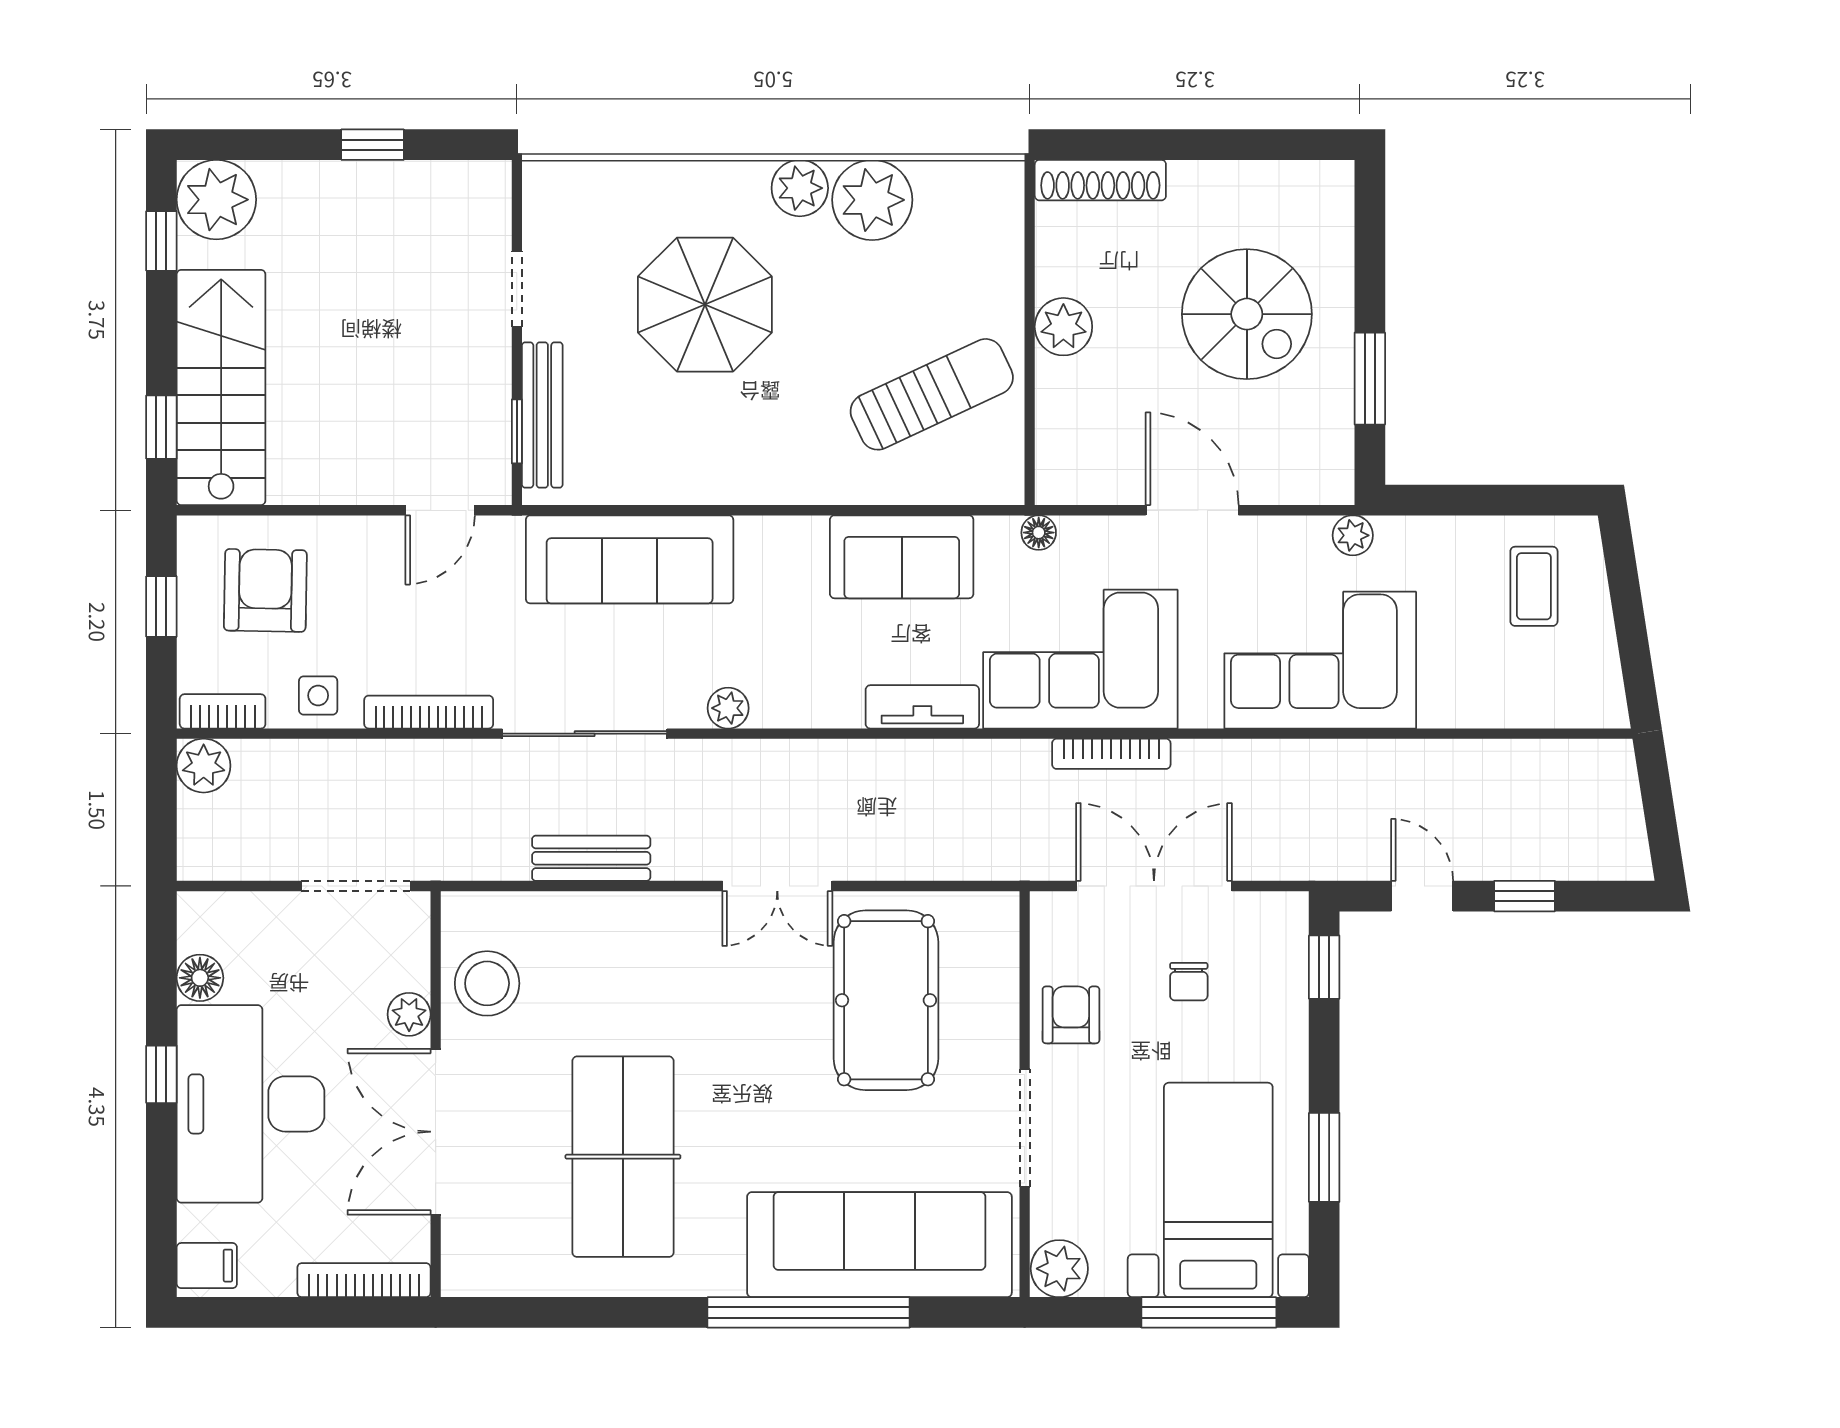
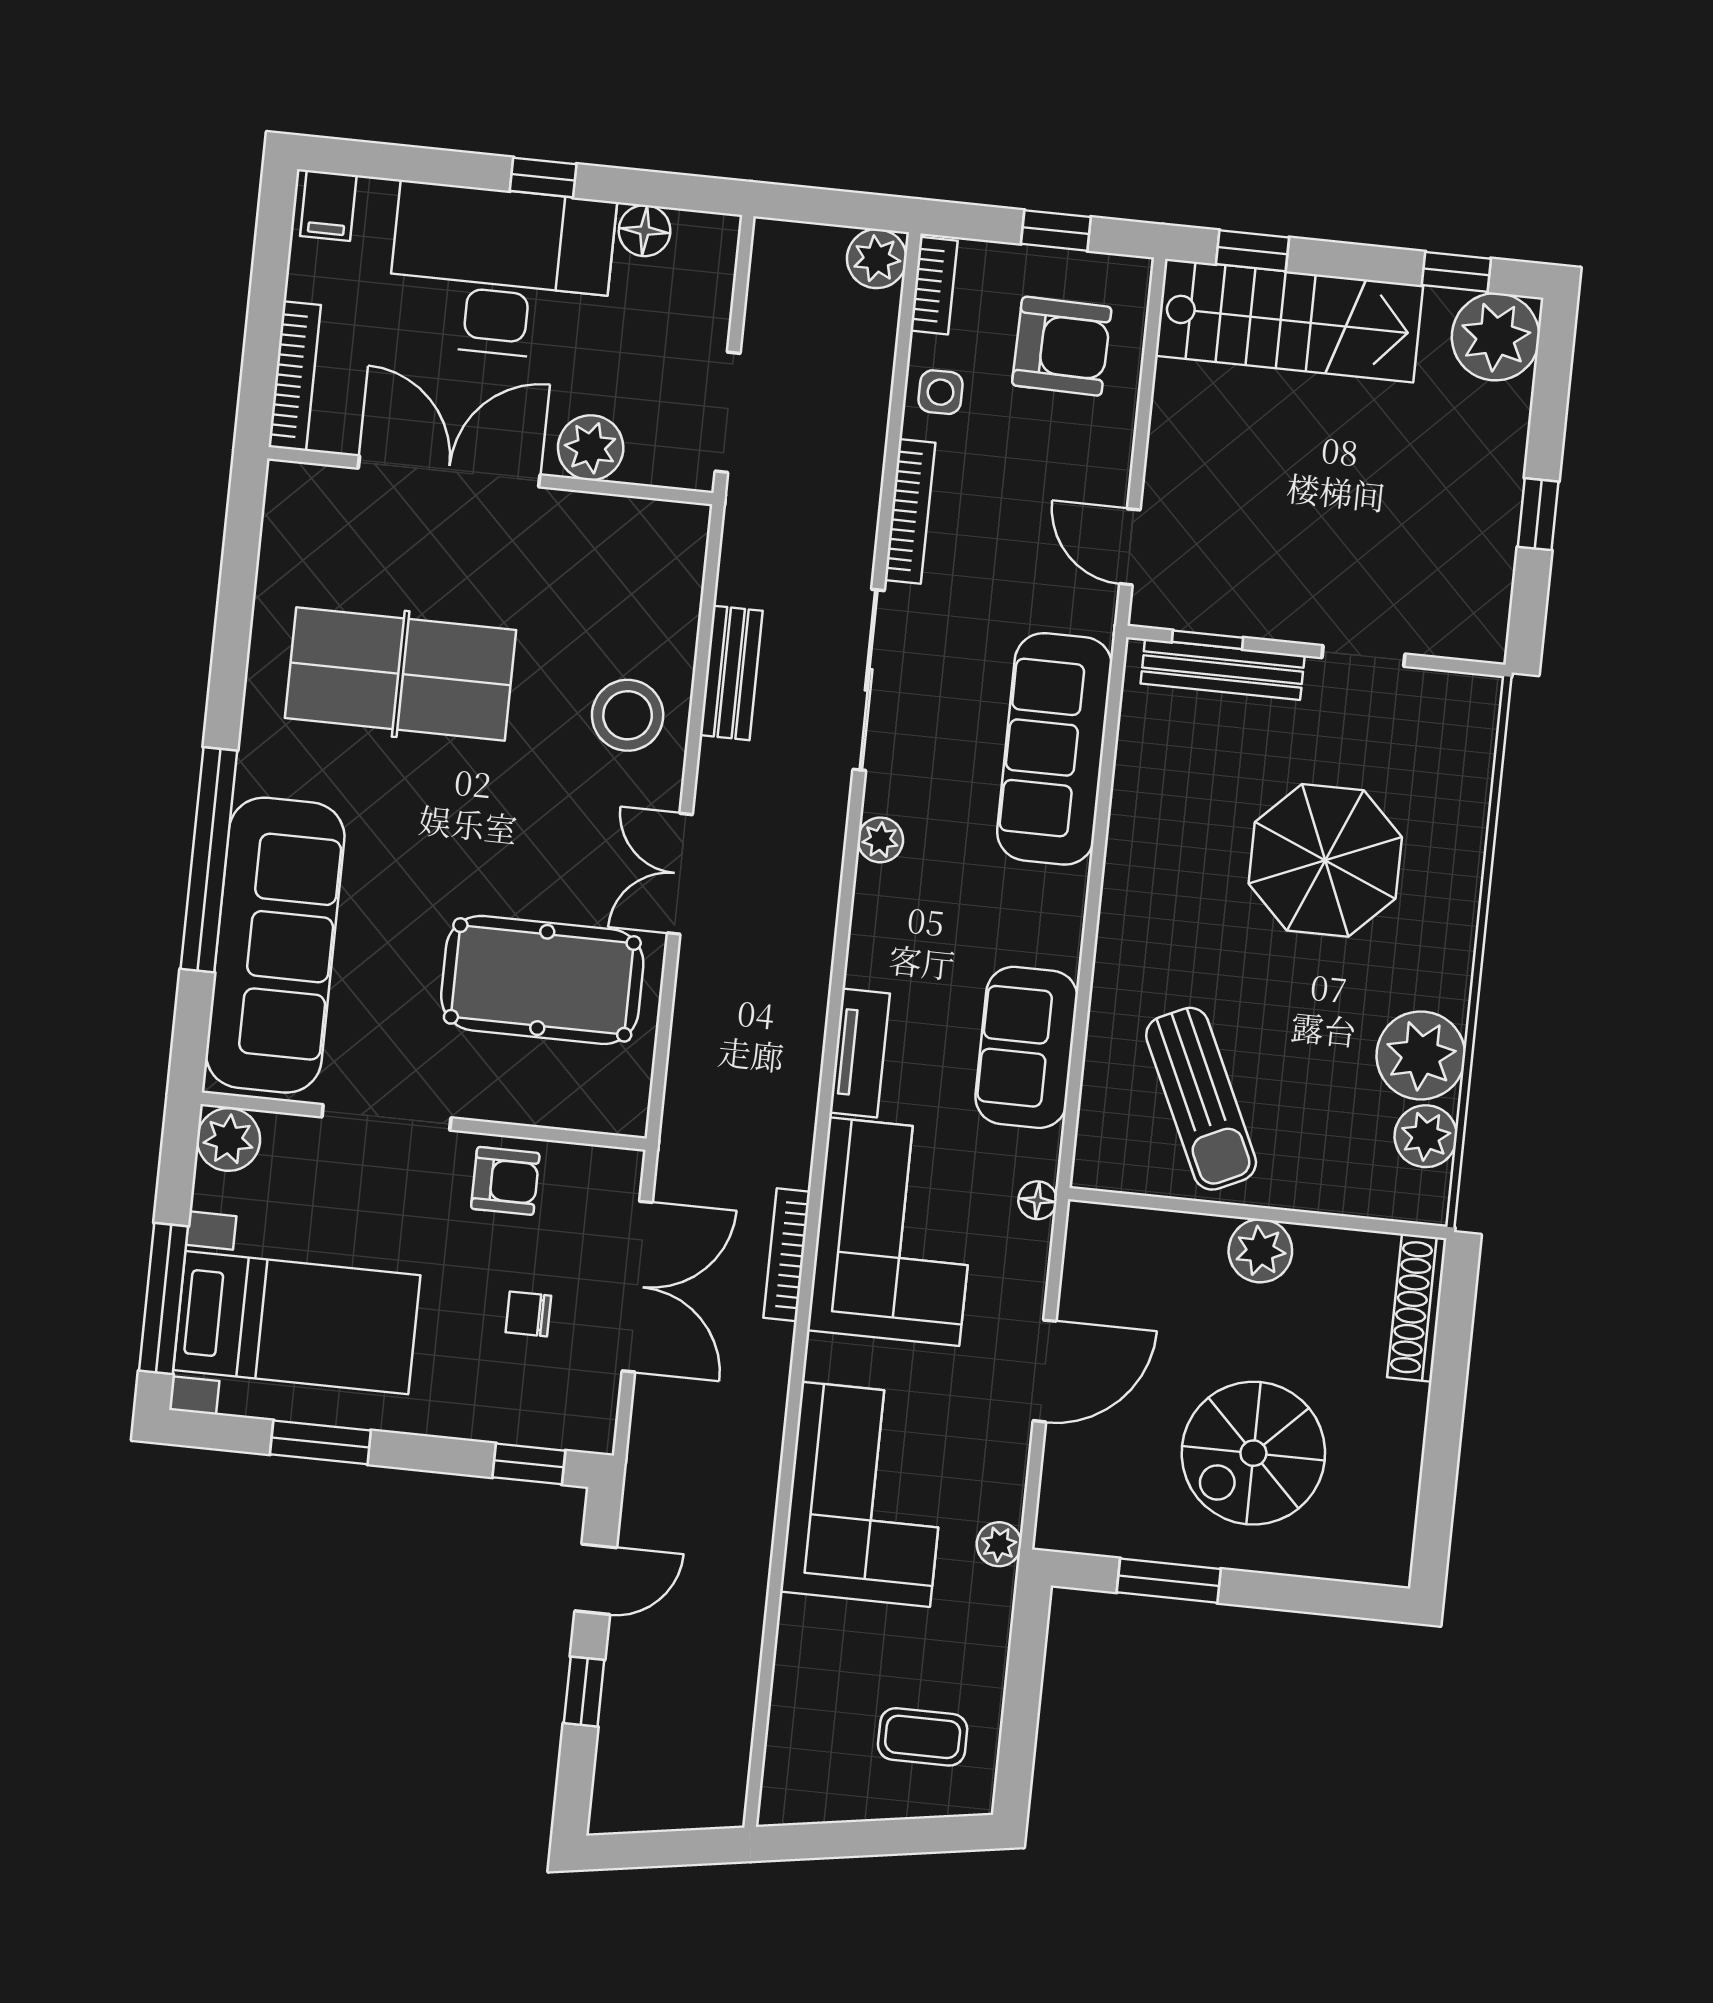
plant: (800, 188) -> (1426, 1136), moved
stool: (487, 983) -> (628, 715), moved
plant: (409, 1014) -> (591, 448), width x1.38, depth x1.38

